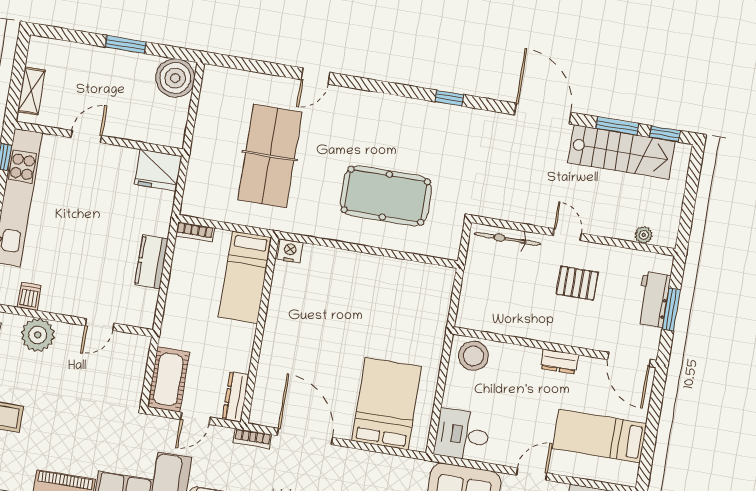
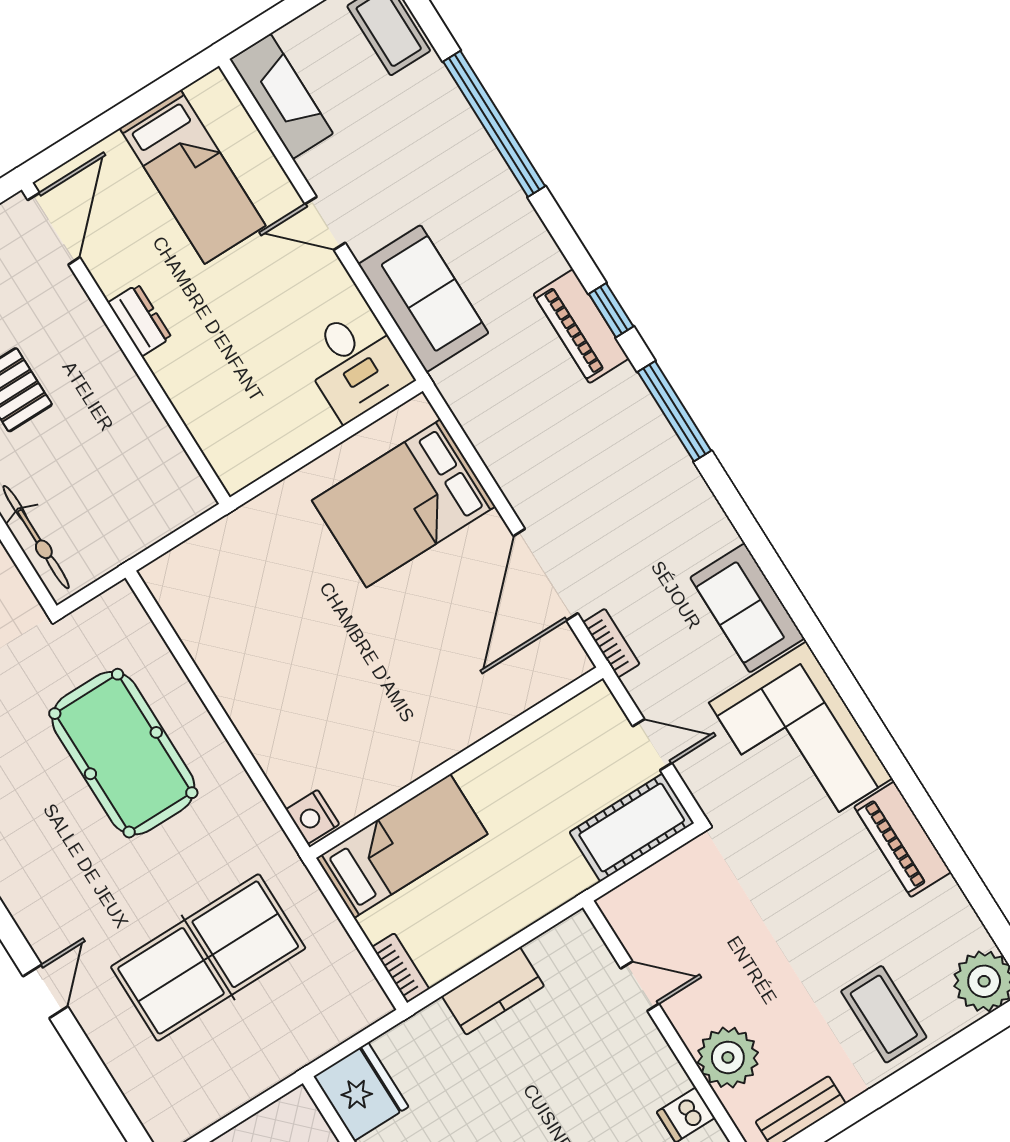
door: (316, 76) -> (45, 991), hinge flipped
stool: (473, 356) -> (235, 443), removed
dresser: (236, 397) -> (575, 716), removed

